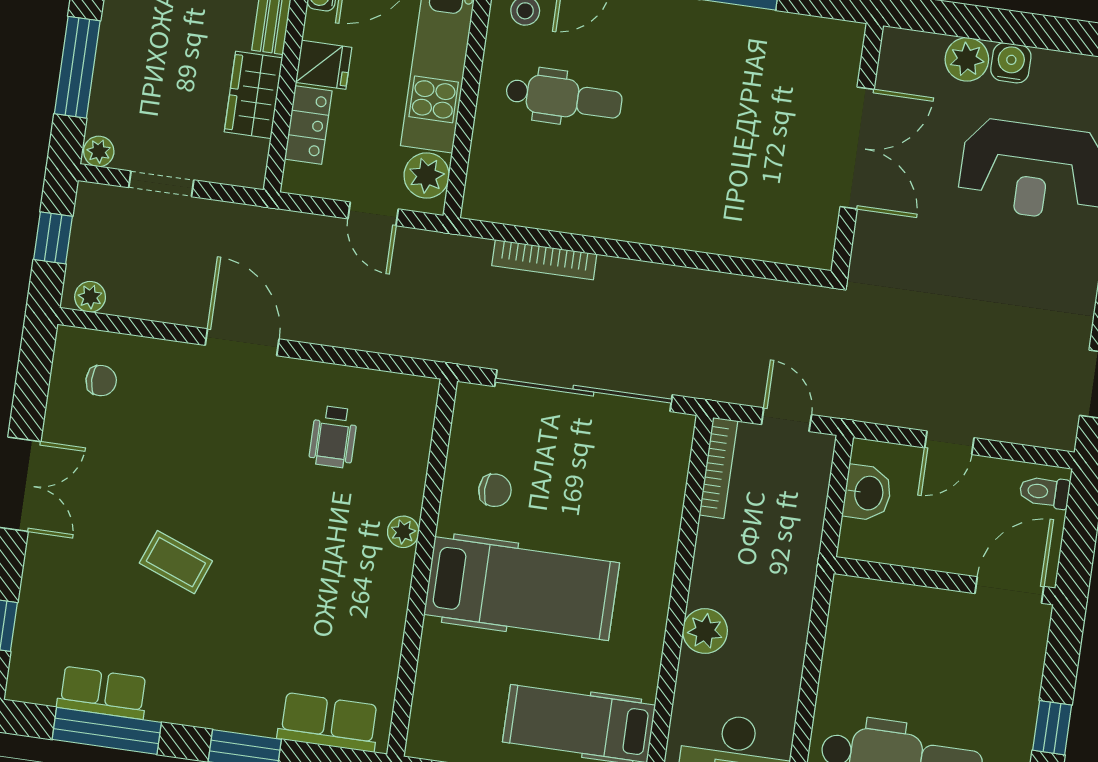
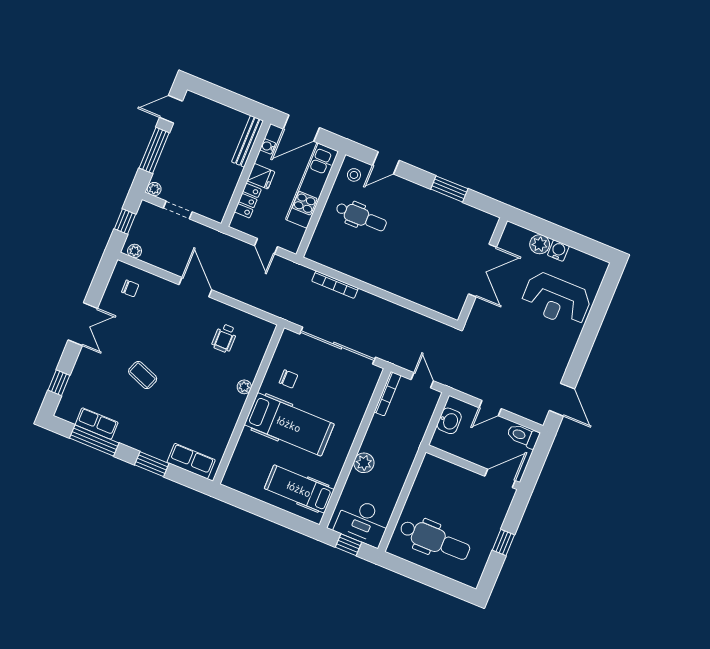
wardrobe: (253, 95) -> (227, 182), removed
plant: (427, 175) -> (293, 235), removed
toilet: (1045, 492) -> (523, 436), width x1.37, depth x1.39

